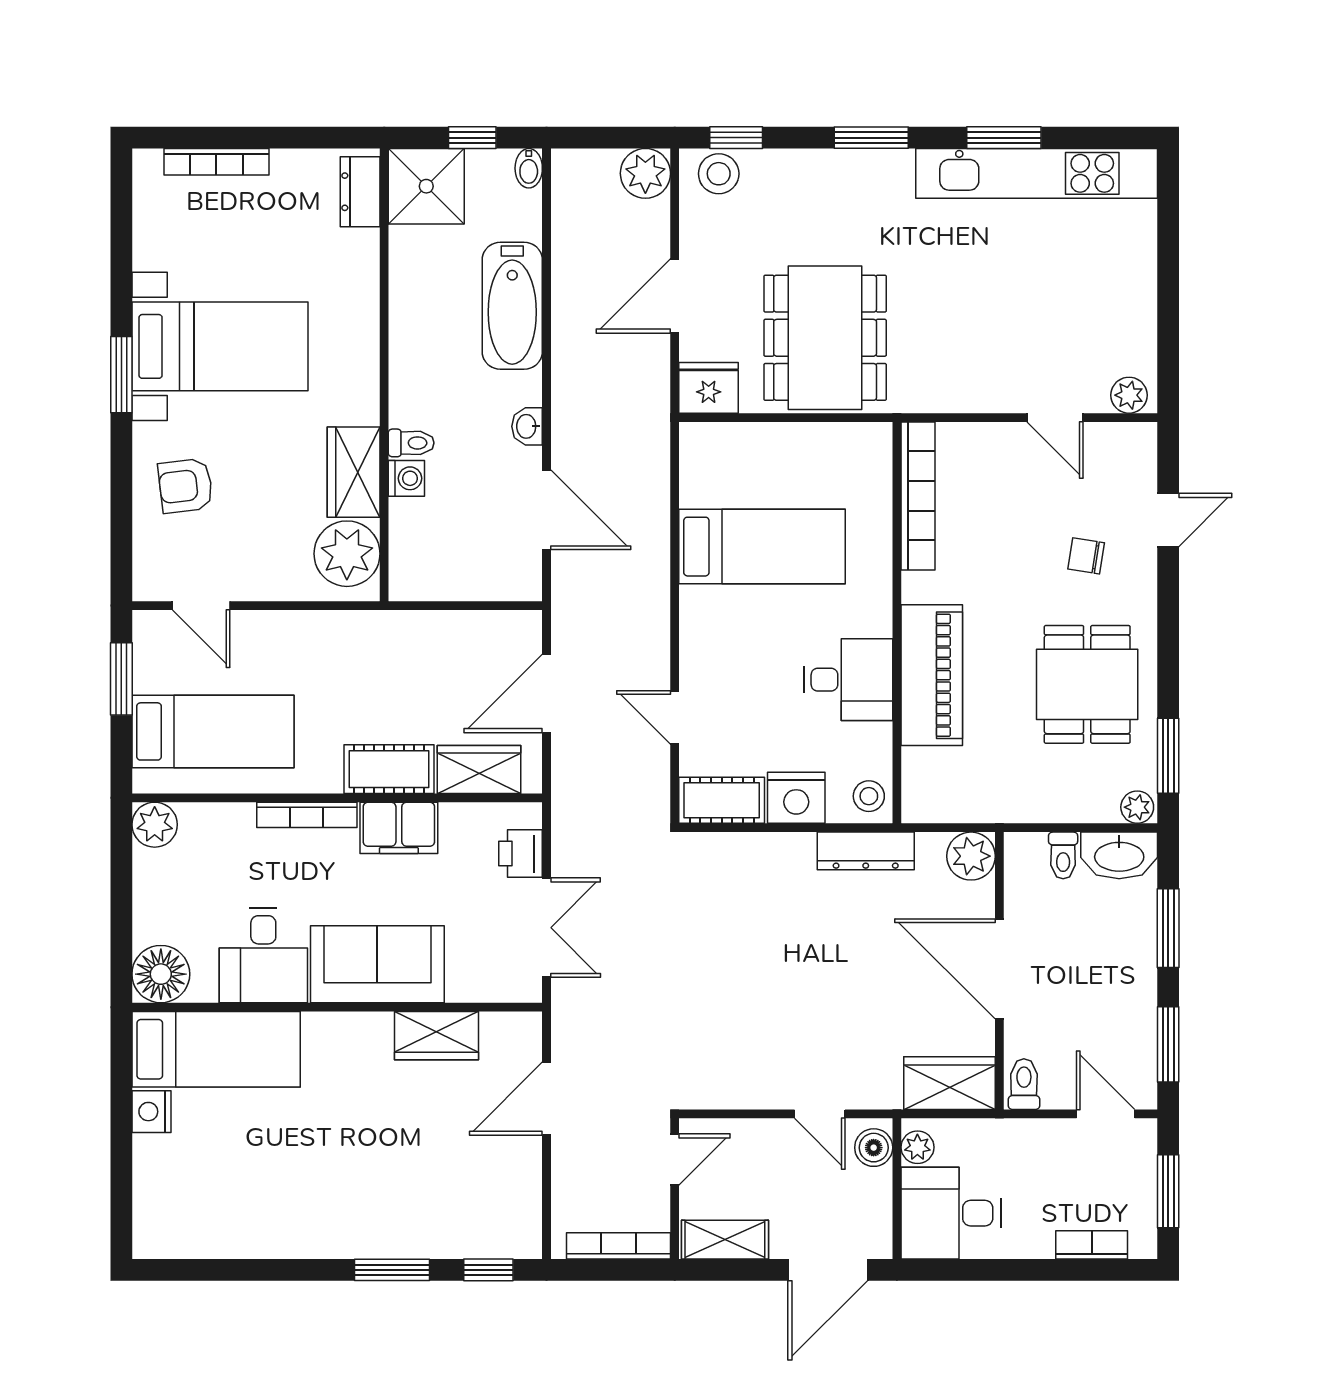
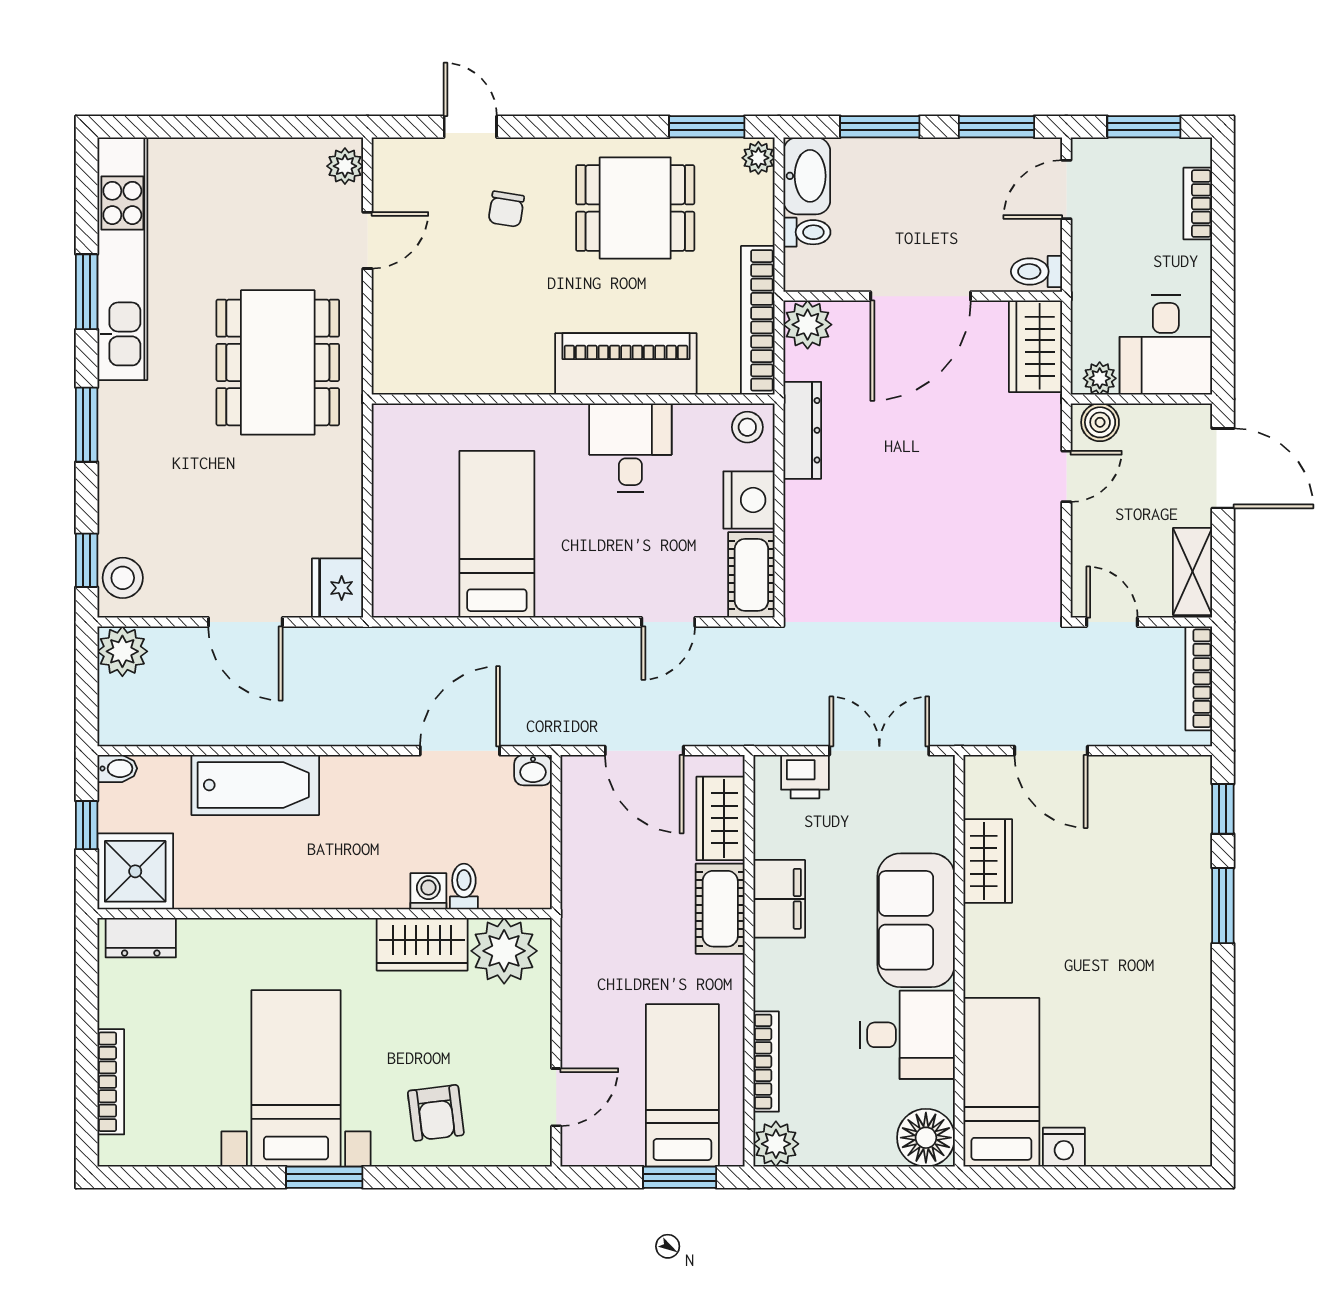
dining table: (825, 338) -> (278, 362), moved, turned 90
washbasin: (527, 426) -> (533, 770), moved
toilet: (411, 443) -> (464, 886), moved
bookcase: (918, 496) -> (758, 320), moved, turned -90
window: (121, 679) -> (680, 1177), moved
bookcase: (307, 815) -> (766, 1062), moved

